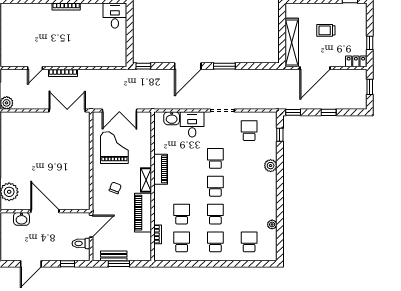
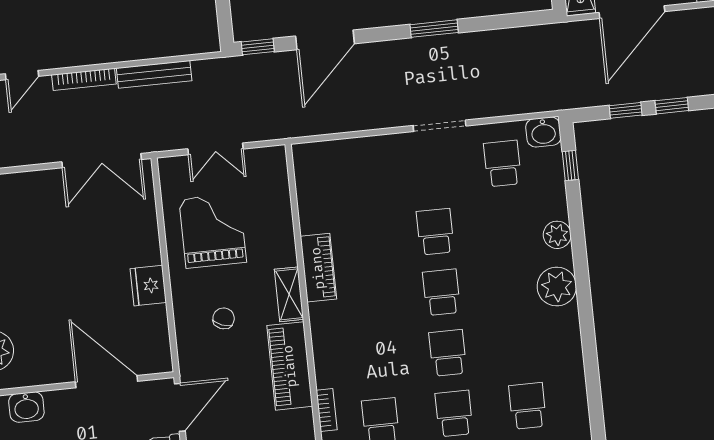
door: (188, 66) -> (325, 40), moved
bench: (95, 74) -> (154, 74), added
double door: (67, 111) -> (102, 161), swing flipped
double door: (119, 111) -> (215, 149), width x0.73
window: (293, 112) -> (626, 110), moved
washbasin: (172, 118) -> (543, 132), moved
desk: (192, 124) -> (377, 163), removed
fridge: (83, 169) -> (148, 286), added
door: (45, 211) -> (107, 382), moved
school desk: (182, 214) -> (374, 360), removed
plant: (272, 224) -> (557, 287), moved, width x1.88, depth x1.88

